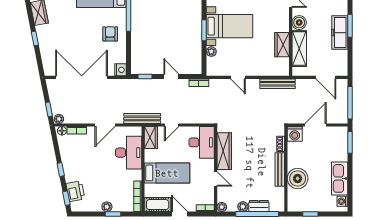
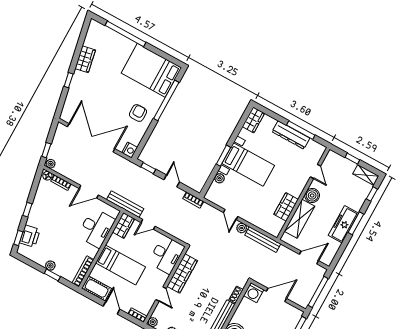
door: (326, 77) -> (309, 258), swing flipped
plant: (254, 84) -> (242, 228), added

